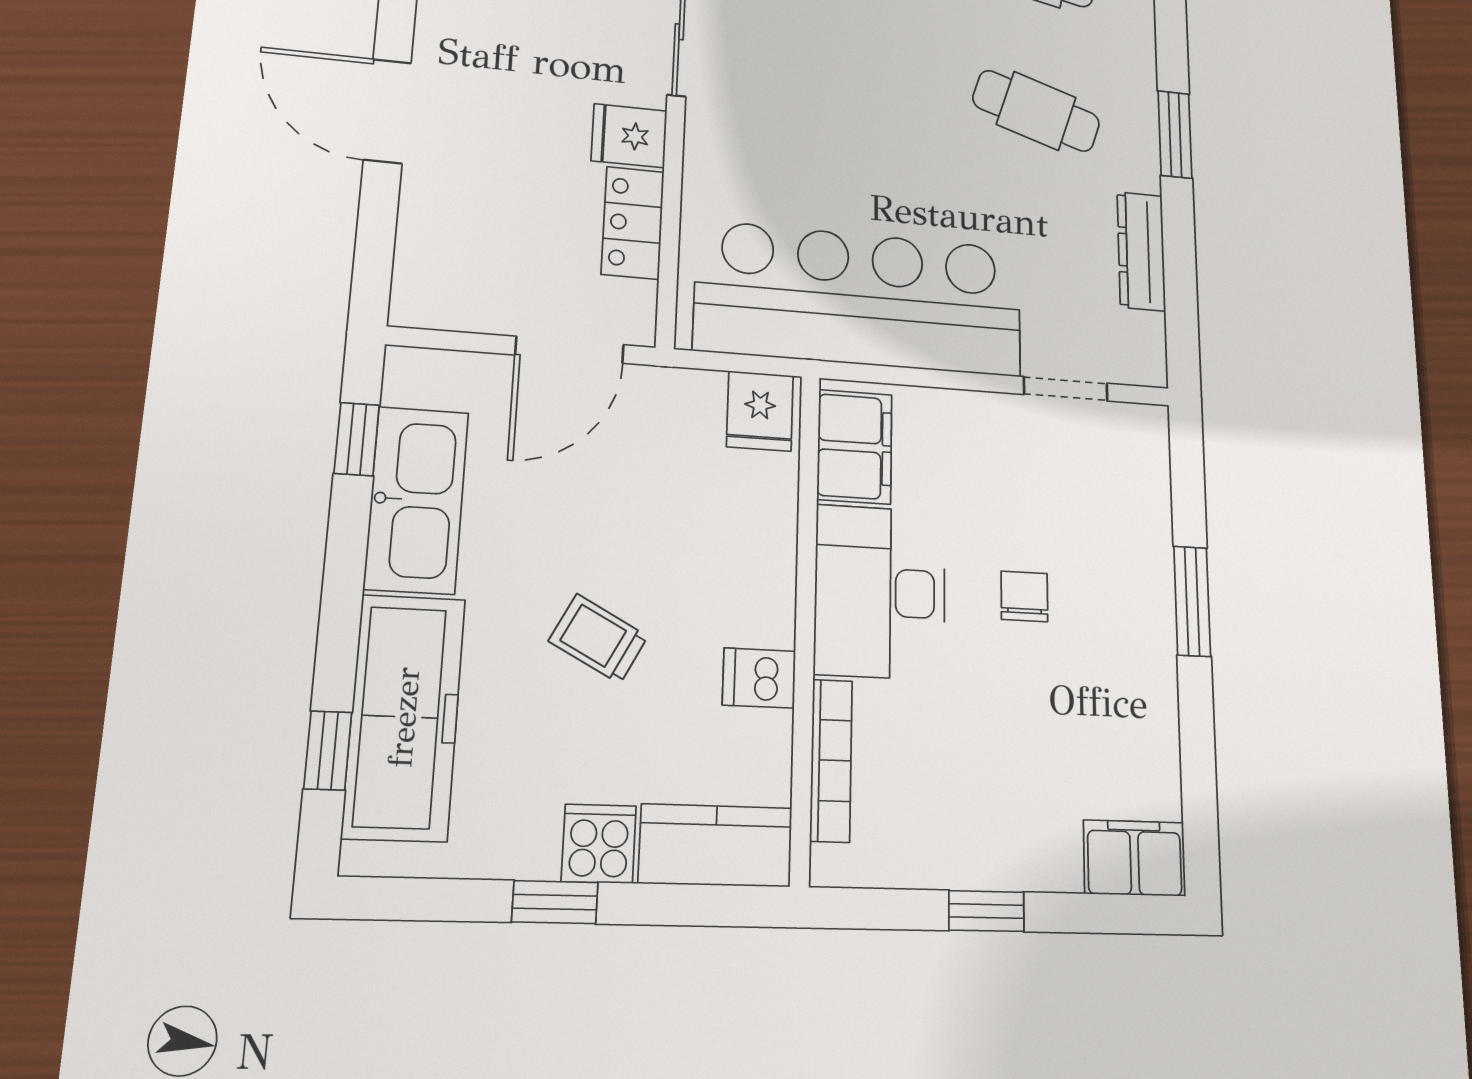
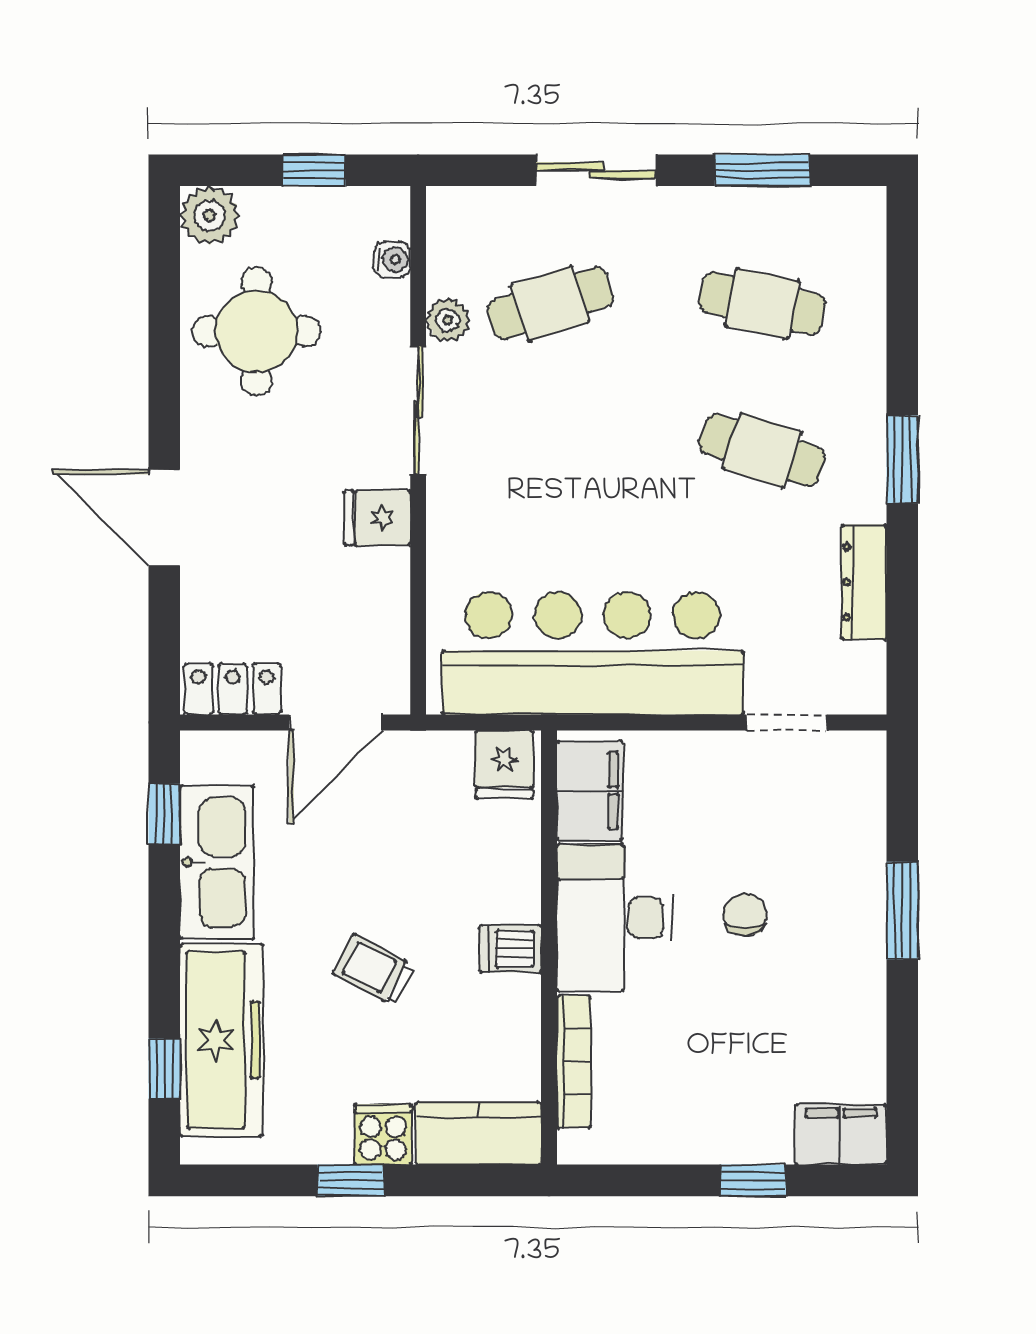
locker: (633, 223) -> (233, 689), moved, turned 90
dishwasher: (759, 678) -> (510, 949), moved
window: (987, 911) -> (753, 1180), moved

